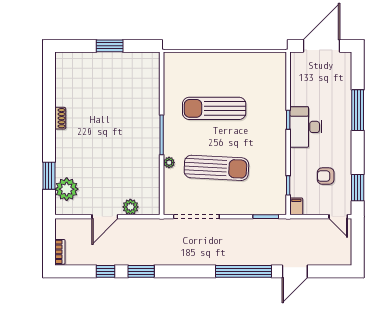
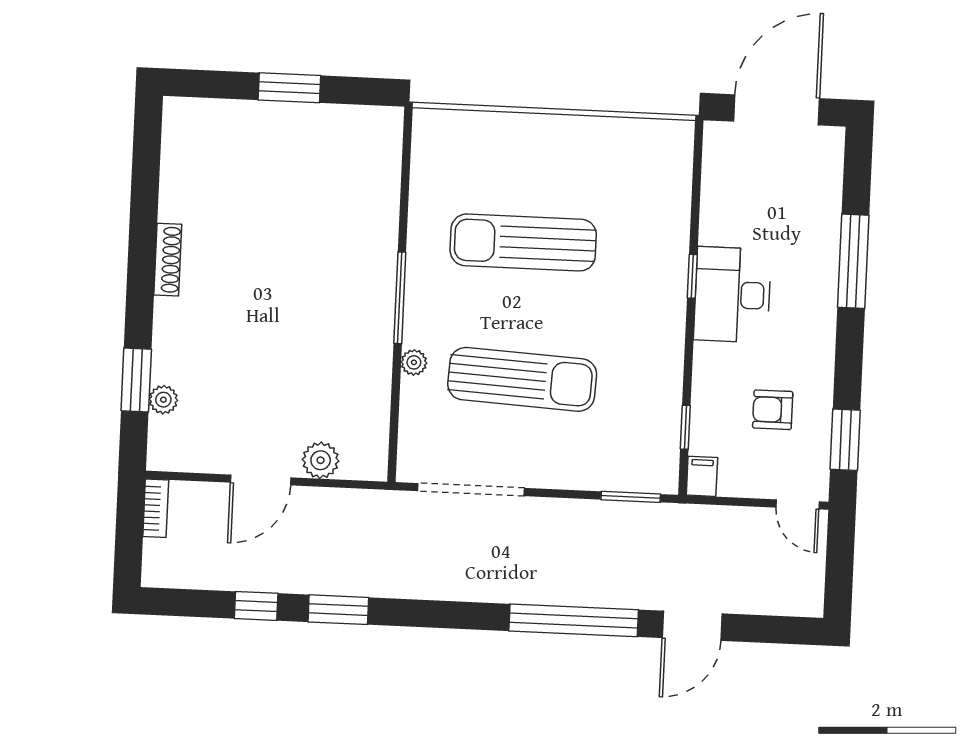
shoe rack: (60, 118) -> (168, 260), width x1.43
plant: (67, 189) -> (163, 400), width x0.53, depth x0.53
bookcase: (60, 252) -> (156, 508), moved

